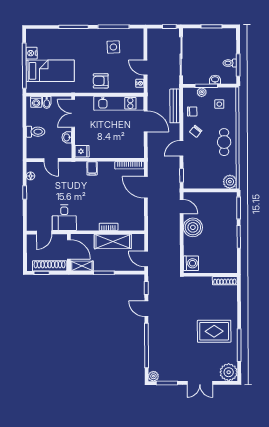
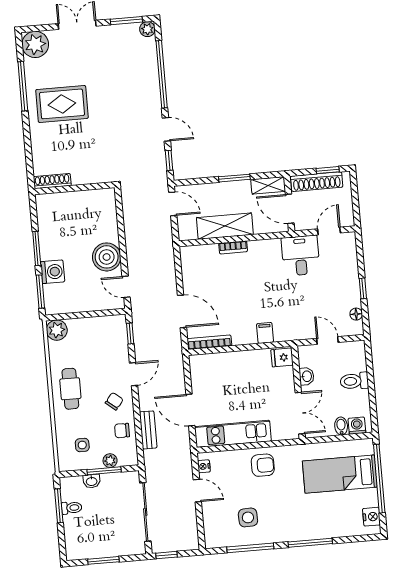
nightstand: (32, 53) -> (371, 517), moved
bench: (175, 106) -> (148, 430), width x0.73
washing machine: (191, 263) -> (53, 272), moved, turned 180

